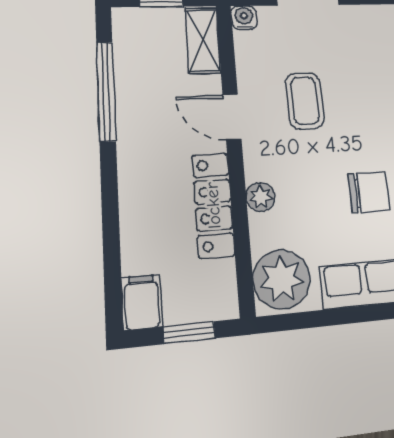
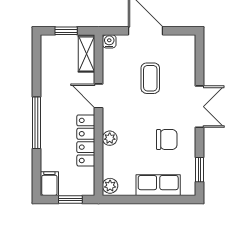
window: (106, 91) -> (36, 123), moved
coffee table: (305, 101) -> (150, 78), moved
plant: (282, 279) -> (110, 186), width x0.53, depth x0.53

